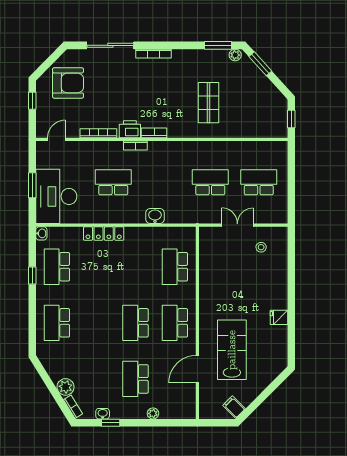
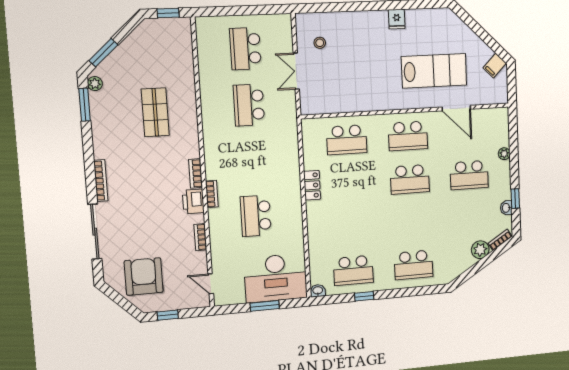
shop shelf: (208, 103) -> (155, 112), turned 90
bookcase: (98, 133) -> (200, 237), width x0.64
washbasin: (155, 216) -> (291, 166), removed
locker: (104, 234) -> (312, 185), moved, width x0.66
lab bench: (232, 350) -> (434, 71), turned 180

